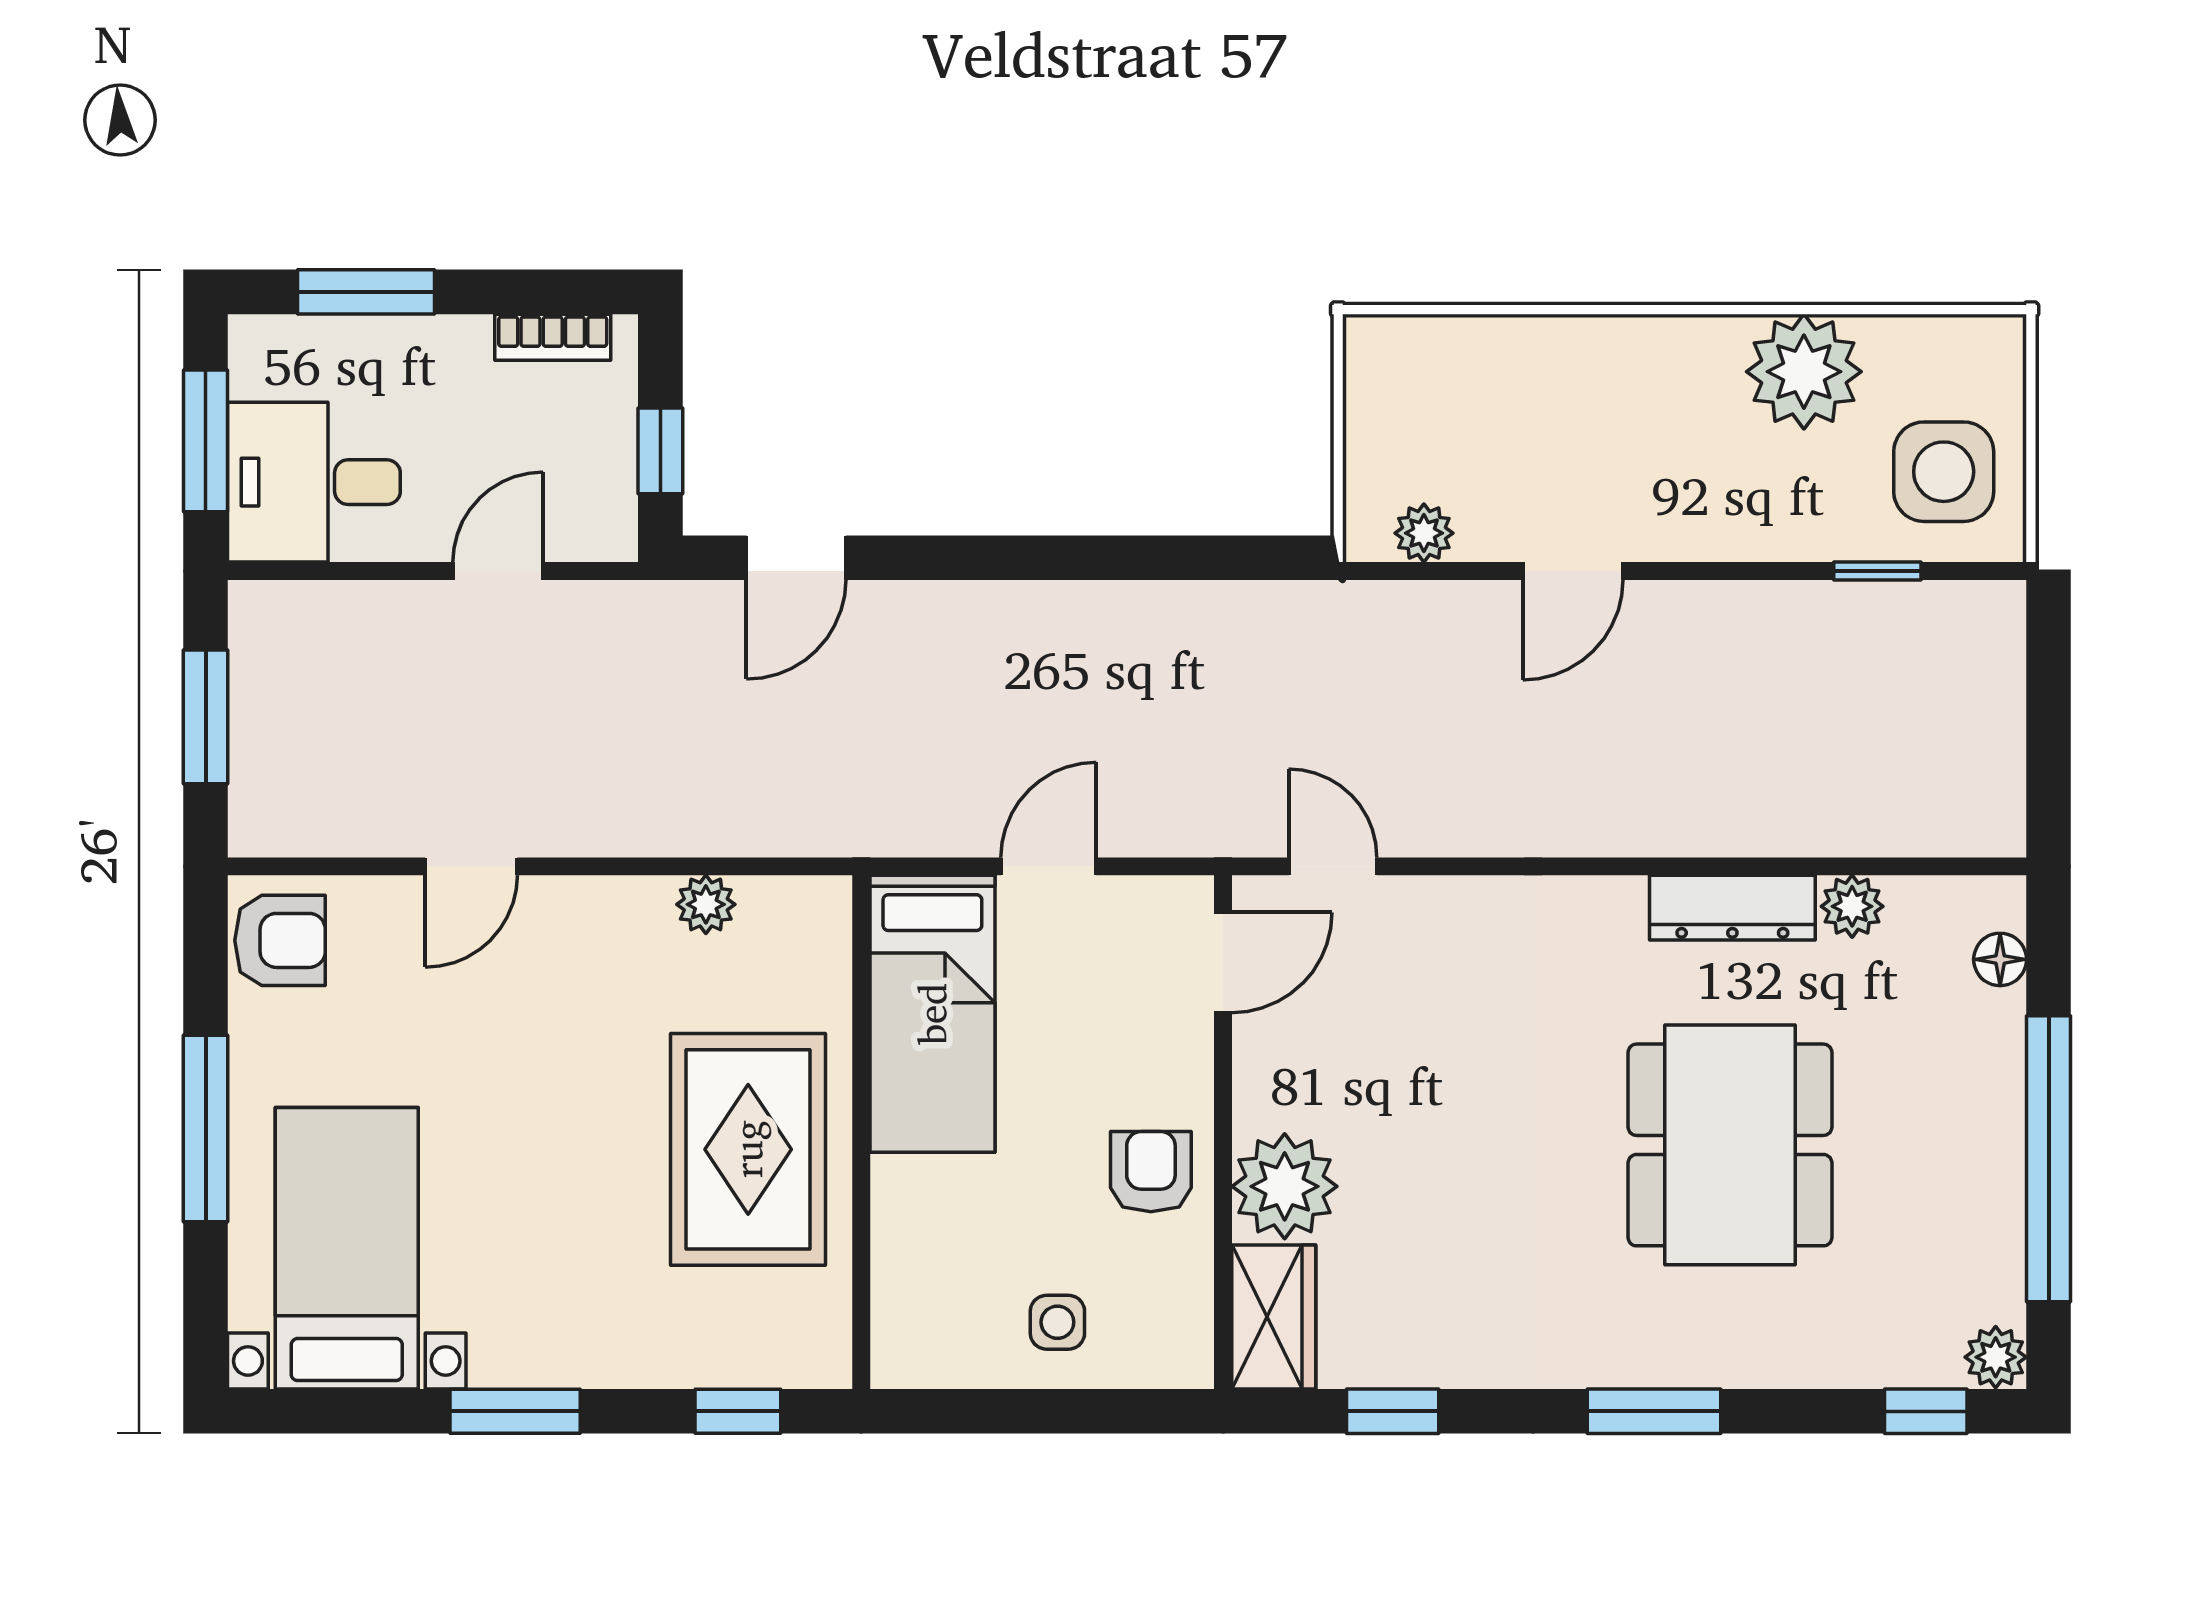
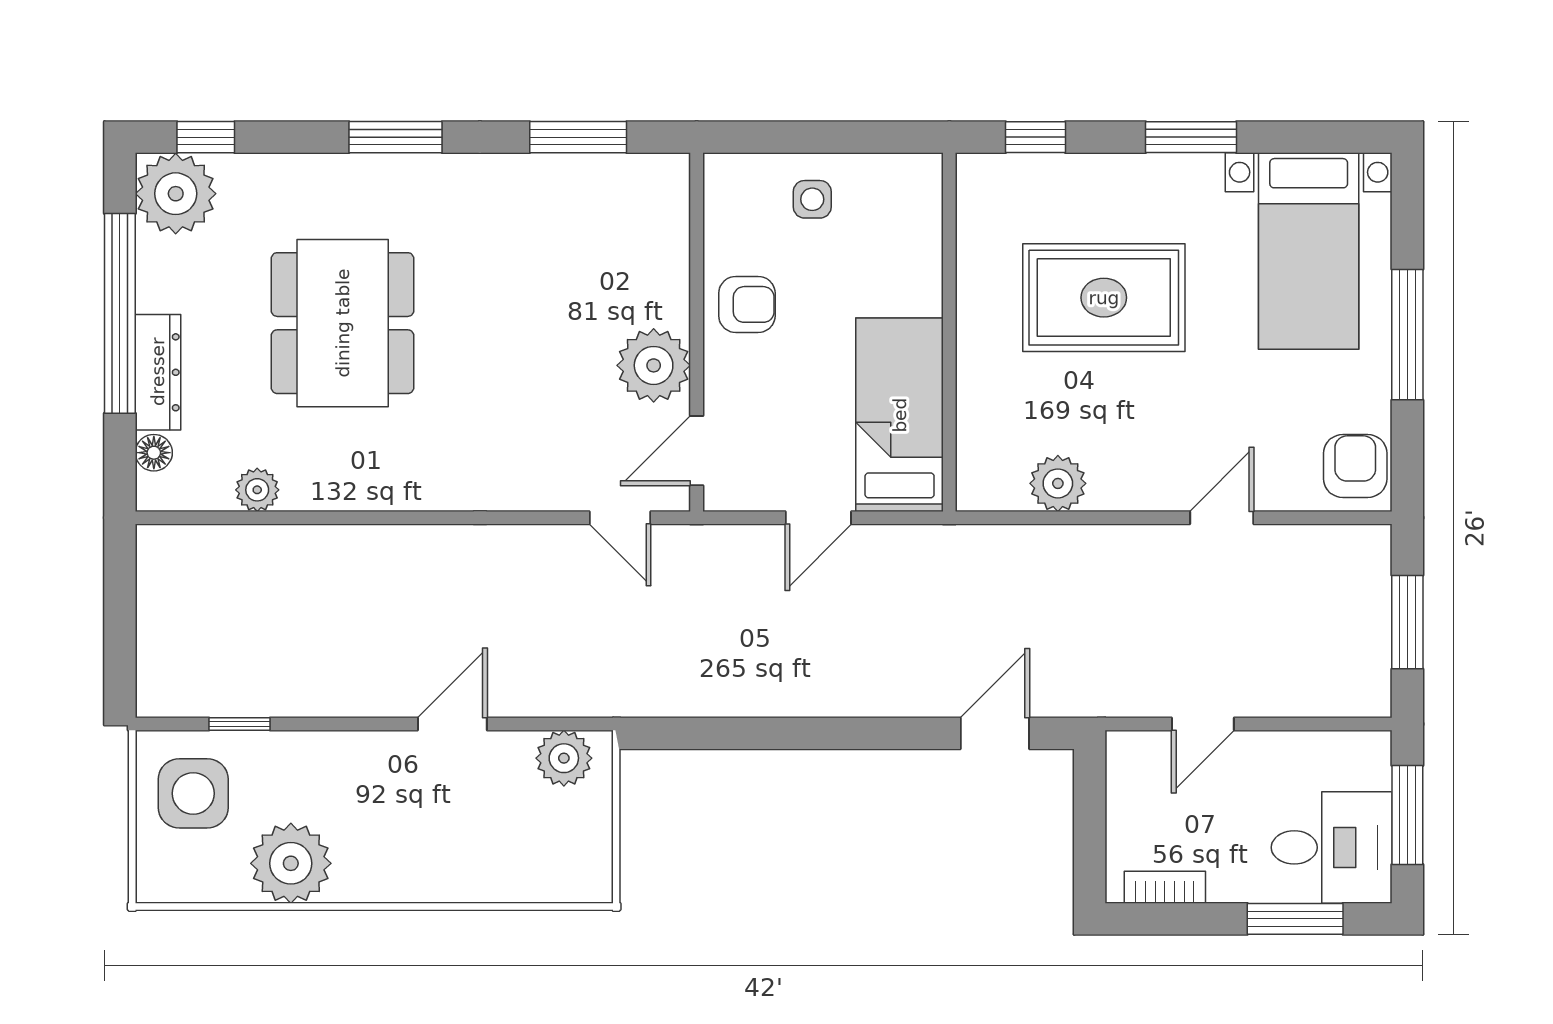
window: (660, 451) -> (1090, 808), removed
desk: (314, 482) -> (1332, 847), moved
plant: (1424, 533) -> (564, 758), width x1.38, depth x1.38
plant: (706, 904) -> (1058, 483), width x1.38, depth x1.38
dresser: (1732, 908) -> (158, 372), moved, turned 90
armchair: (280, 940) -> (1355, 466), turned 90
rug: (748, 1149) -> (1104, 298), moved, turned 90
armchair: (1151, 1172) -> (747, 304), turned -90
plant: (1285, 1186) -> (654, 365), moved
wardrobe: (1274, 1317) -> (661, 203), removed
plant: (1996, 1357) -> (176, 194), width x1.88, depth x1.88
window: (1393, 1411) -> (578, 137), width x1.50

